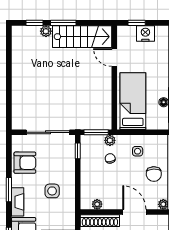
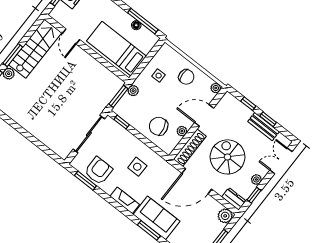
door: (114, 57) -> (71, 36), hinge flipped
chair: (110, 158) -> (159, 126), moved, width x1.87, depth x1.87
window: (9, 190) -> (85, 181), moved
plant: (97, 204) -> (182, 131), moved

